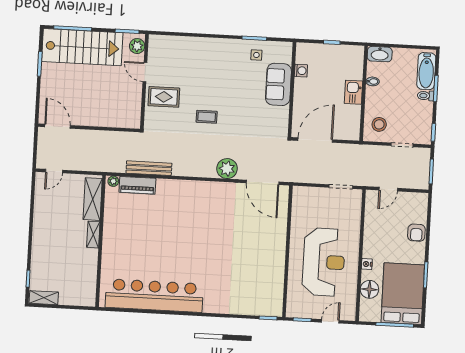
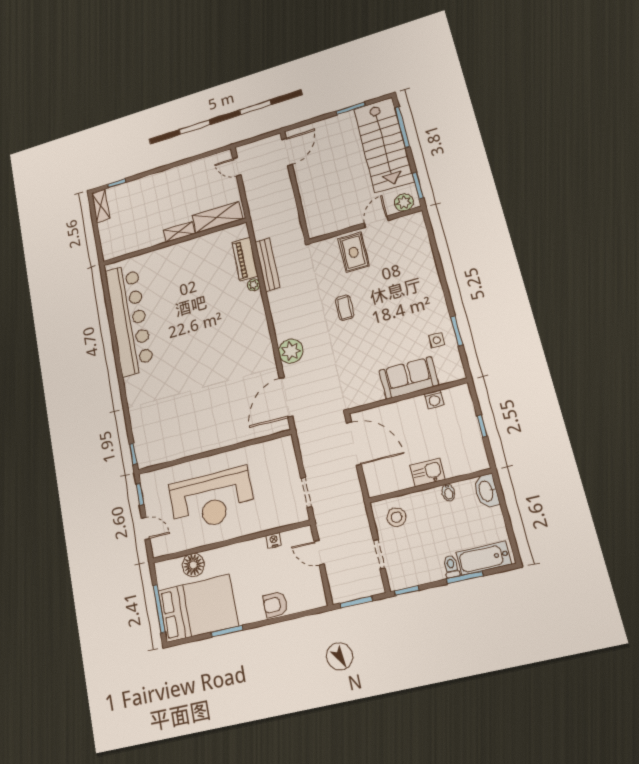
plant: (113, 181) -> (254, 285), moved
nightstand: (367, 264) -> (274, 540), moved

